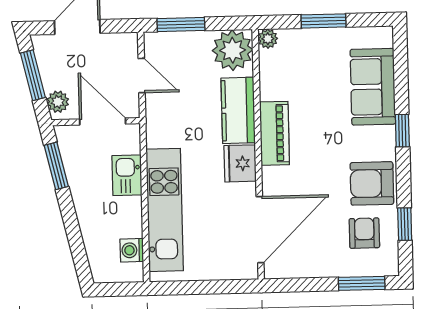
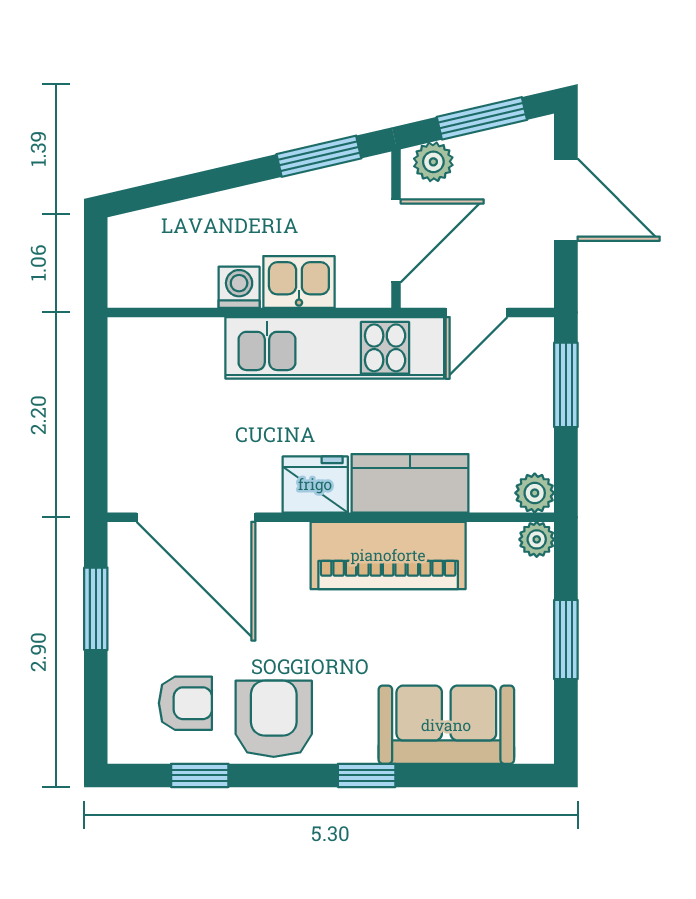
plant: (233, 50) -> (535, 493), width x0.53, depth x0.53
piano: (275, 133) -> (388, 555), width x1.37, depth x1.33
kitchen unit: (165, 210) -> (335, 348), moved
washing machine: (132, 250) -> (239, 287), moved
window: (362, 283) -> (96, 609), moved

